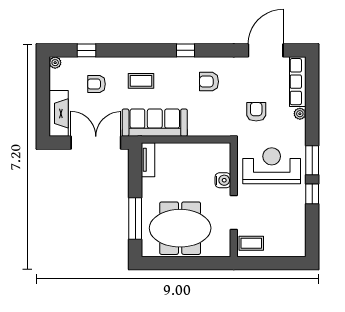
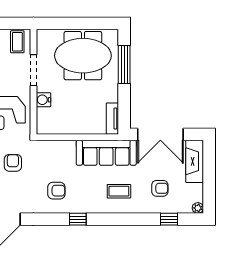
armchair: (256, 112) -> (13, 163), turned 180
coffee table: (251, 243) -> (17, 42), turned 90

